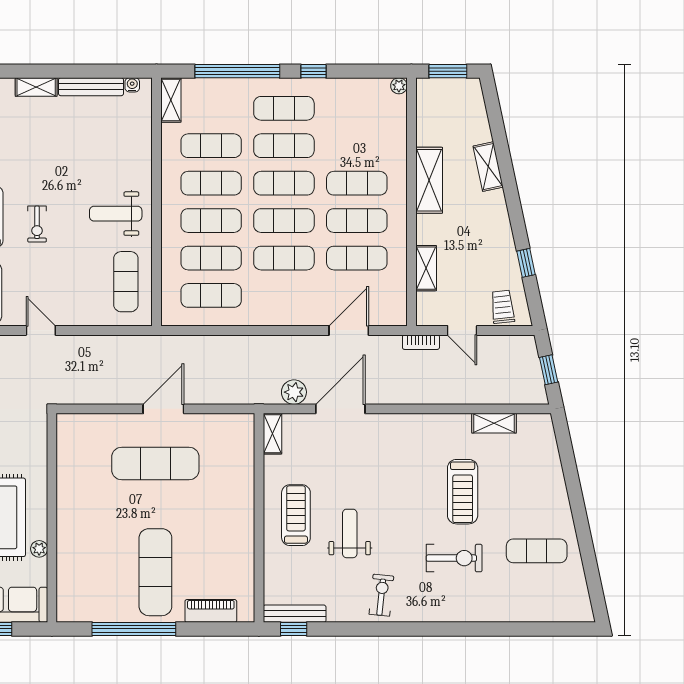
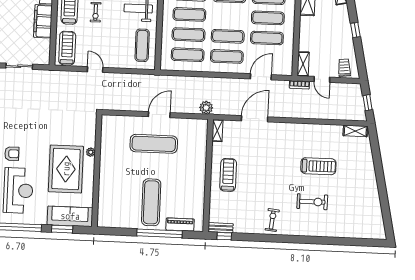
exercise mat: (284, 221) -> (227, 56), moved
window: (526, 263) -> (355, 30), moved
shelving: (426, 268) -> (303, 64), moved
plant: (294, 392) -> (206, 108), moved
shelving: (494, 423) -> (355, 131), moved
treadmill: (463, 492) -> (318, 166), turned -90
weight bench: (350, 533) -> (257, 186), removed
plant: (39, 549) -> (91, 152), moved
exercise mat: (537, 551) -> (357, 200), removed
bench: (295, 614) -> (221, 228), width x0.73
window: (134, 629) -> (160, 233), moved

